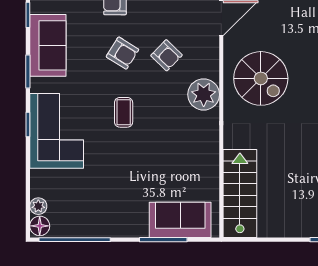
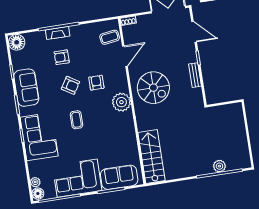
armchair: (167, 55) -> (96, 83), turned -134
corner sofa: (110, 210) -> (77, 178), added

